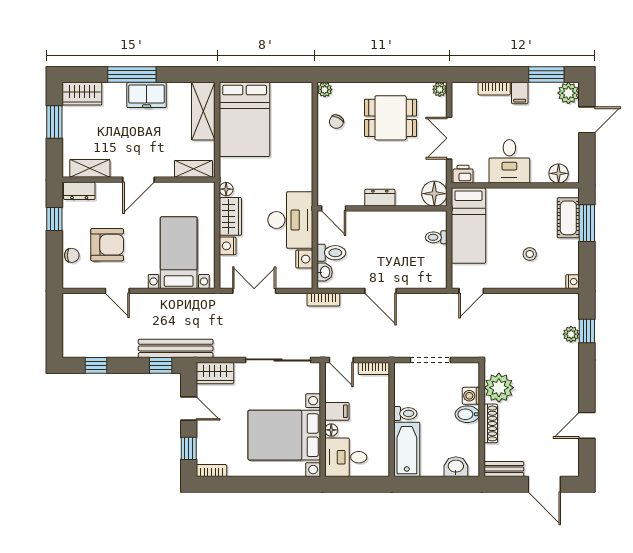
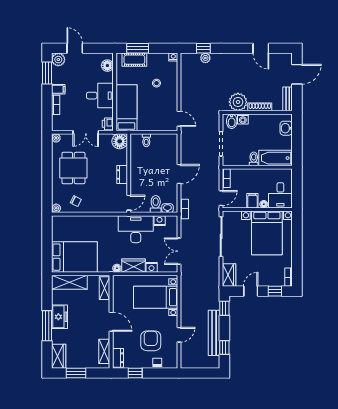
bed: (468, 226) -> (126, 108), moved, turned -90
bench: (176, 348) -> (214, 333), moved
bidet: (467, 414) -> (232, 121), moved

